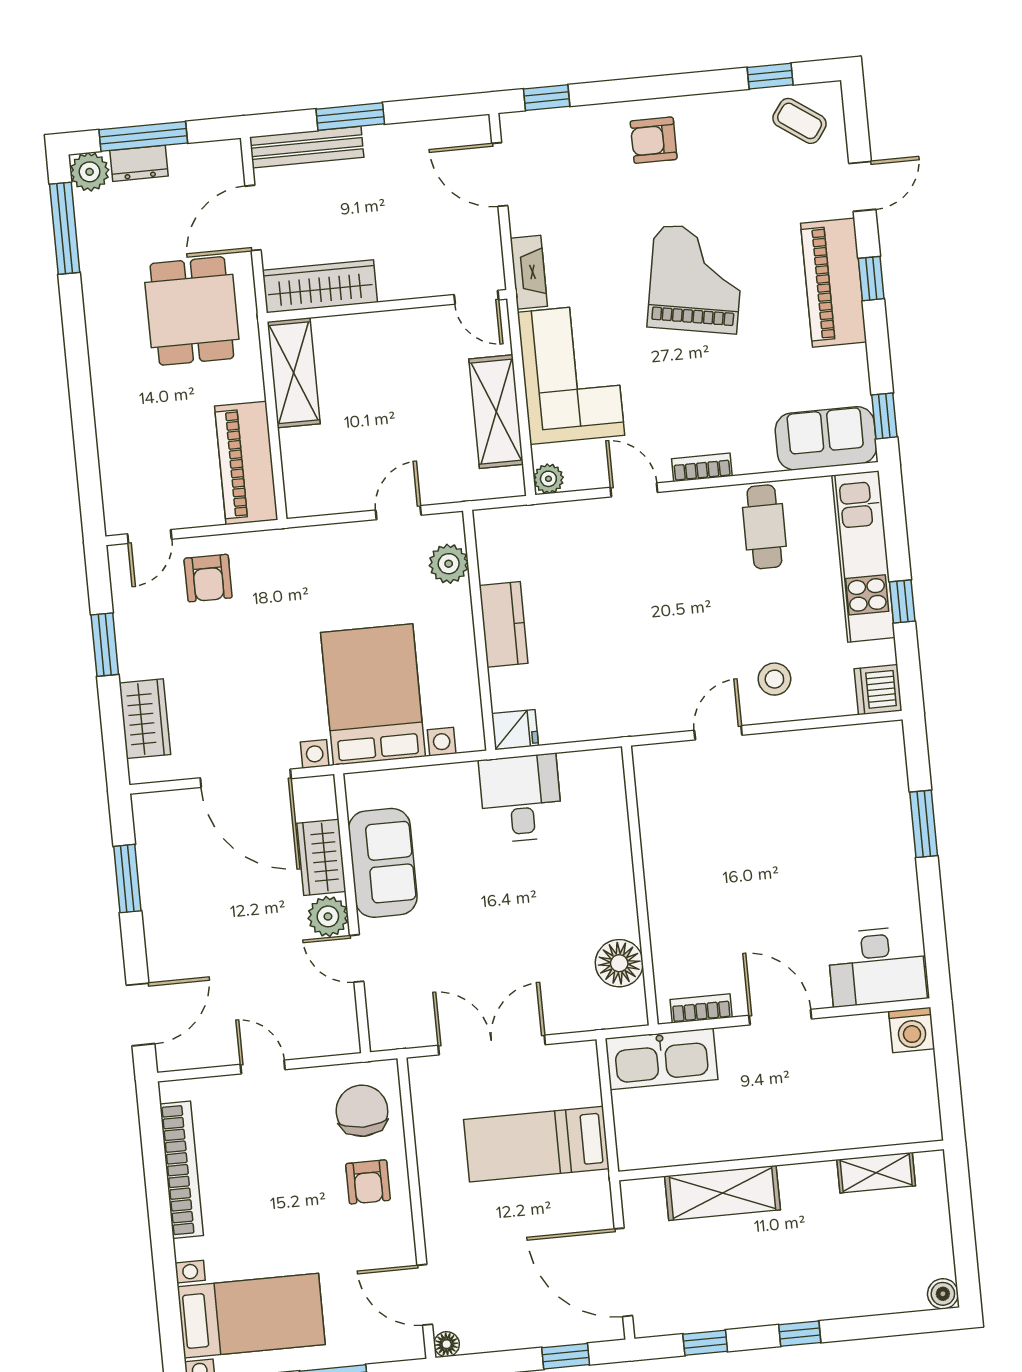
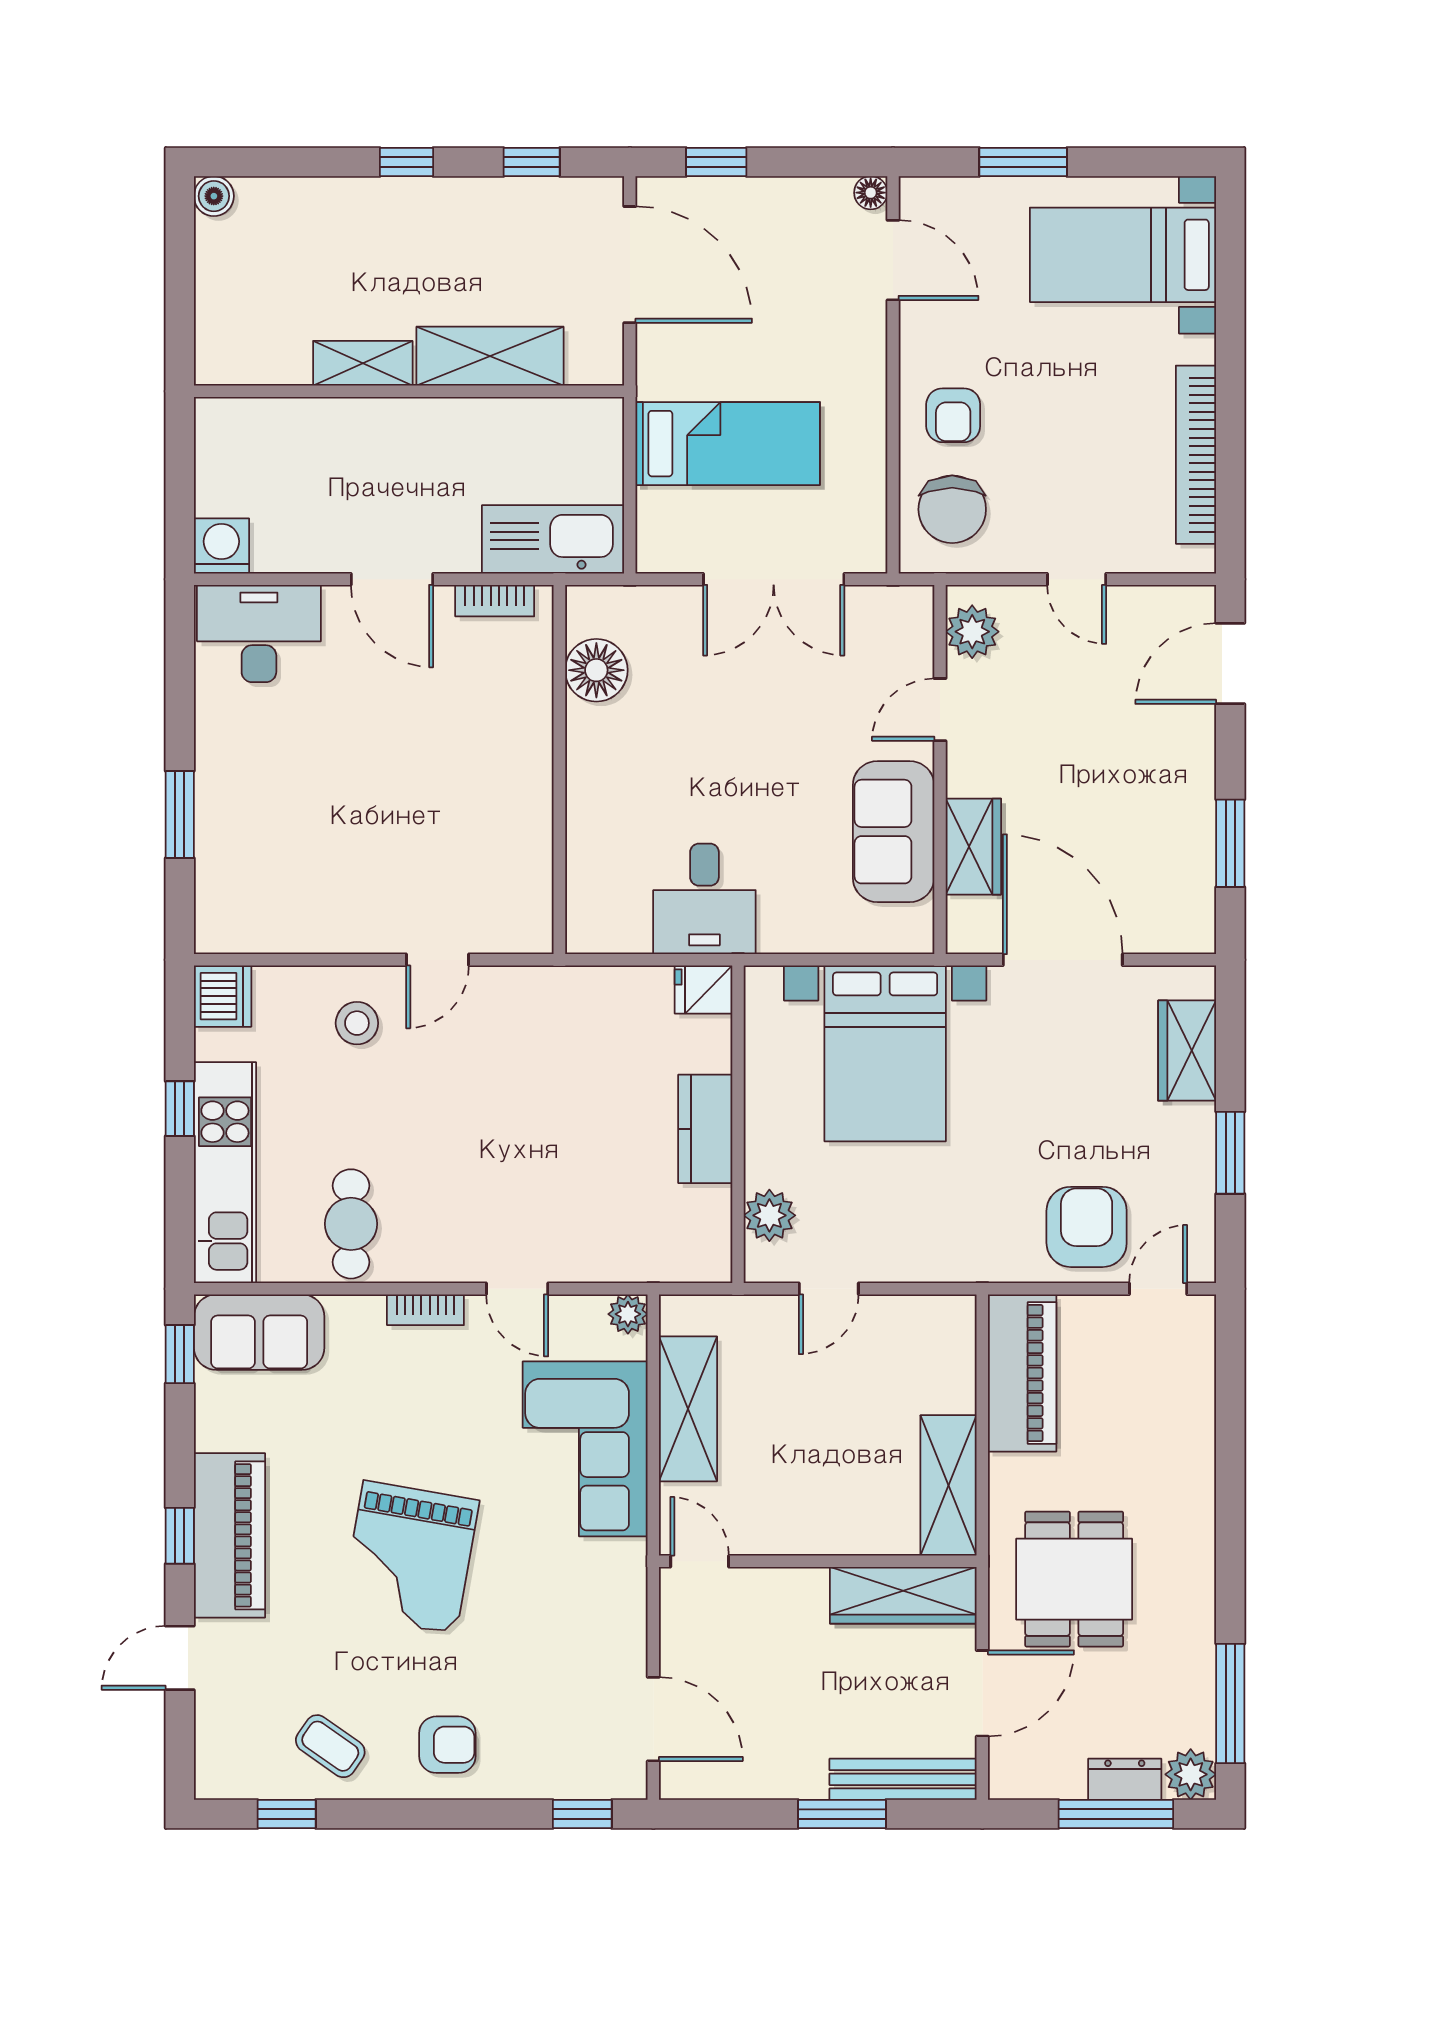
coffee table: (800, 121) -> (330, 1746), moved
fireplace: (529, 272) -> (628, 1587), removed
armchair: (208, 578) -> (1087, 1227), width x1.38, depth x1.38
plant: (328, 916) -> (972, 632), moved
door: (357, 958) -> (940, 710), swing flipped
shelving: (876, 1173) -> (363, 363), moved
armchair: (368, 1182) -> (953, 415), turned 180

